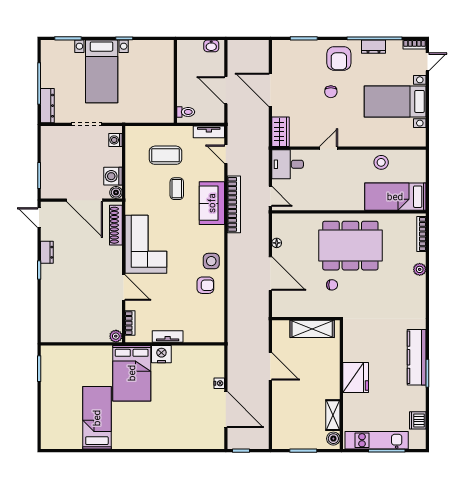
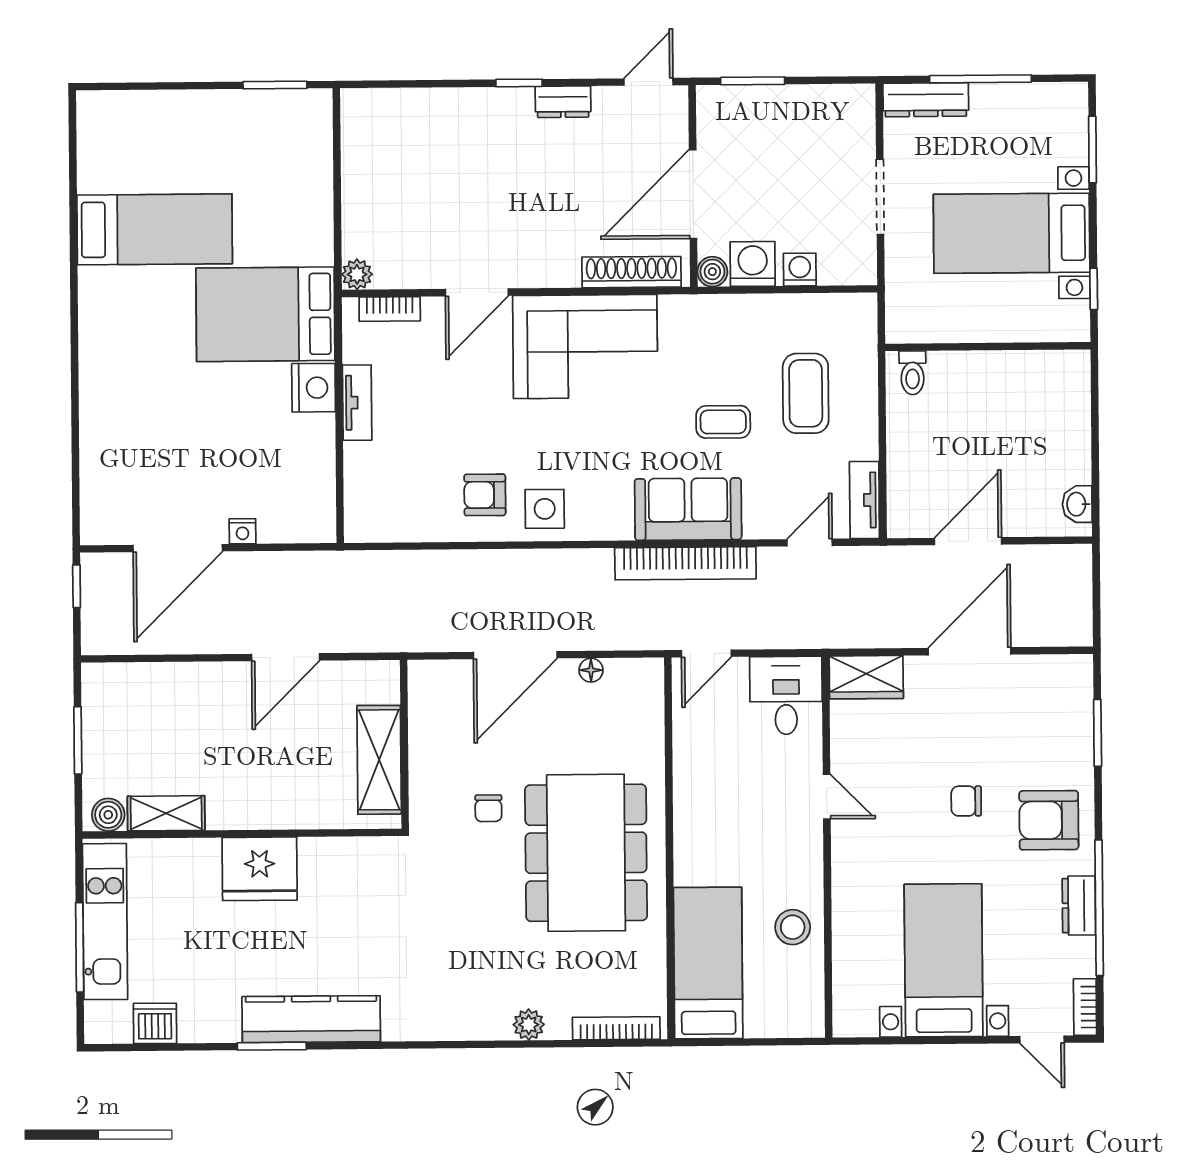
wall: (175, 81) -> (988, 347), moved
toilet: (186, 112) -> (913, 373), moved
washing machine: (115, 140) -> (800, 270), moved
armchair: (205, 285) -> (485, 495), turned 90

